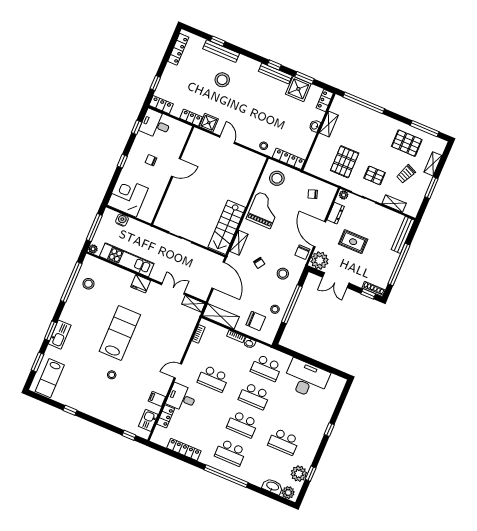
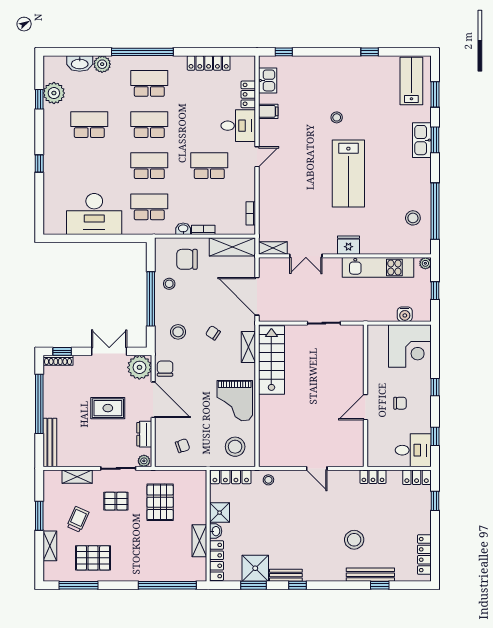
bench: (275, 74) -> (286, 575), width x0.73
locker: (325, 100) -> (217, 561), width x1.53
shower: (209, 123) -> (220, 513), moved
window: (94, 227) -> (435, 291), width x0.46
plant: (288, 493) -> (102, 64), moved

